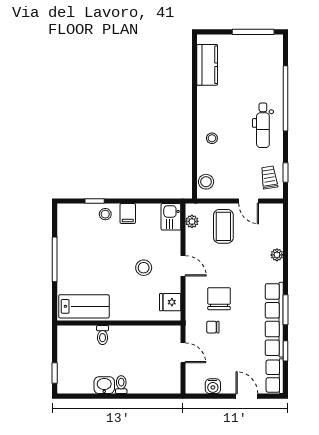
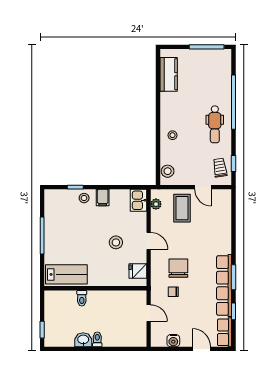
plant: (277, 255) -> (226, 232), removed

